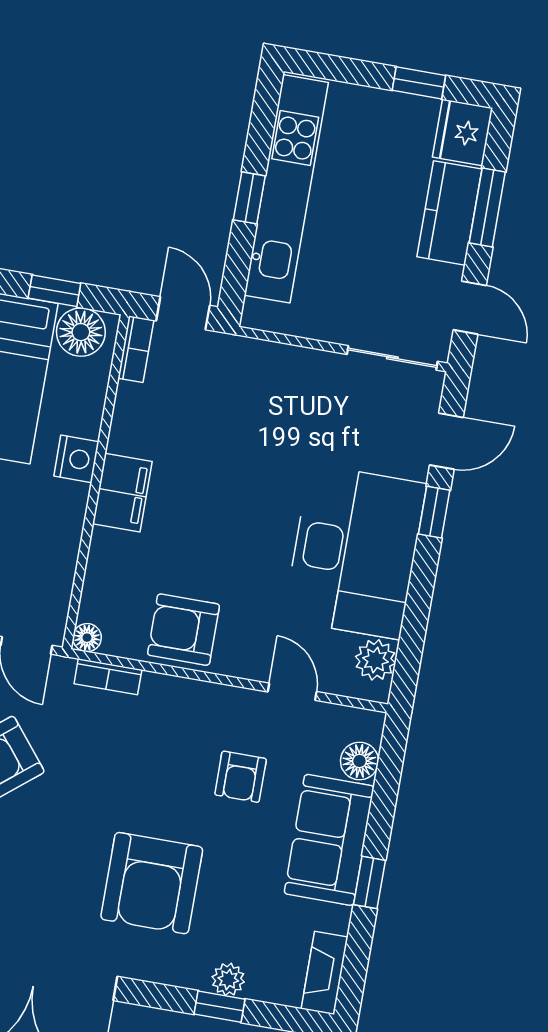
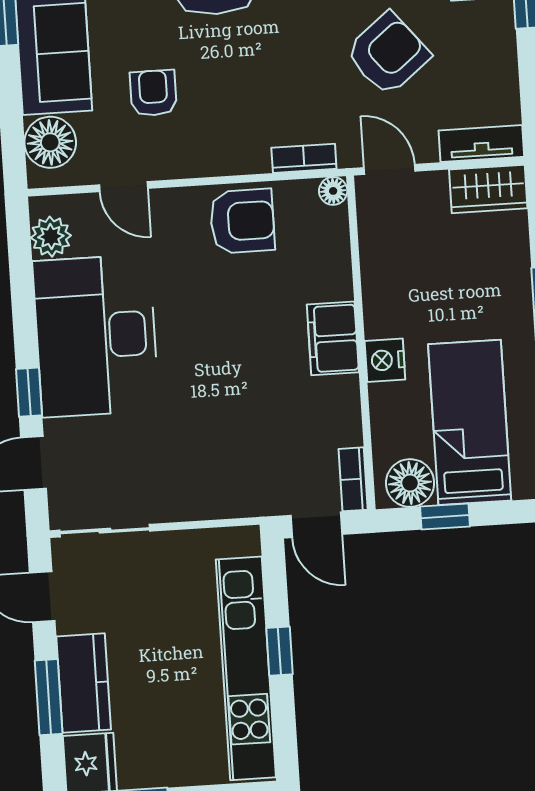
floor lamp: (359, 761) -> (50, 142), width x1.38, depth x1.38

